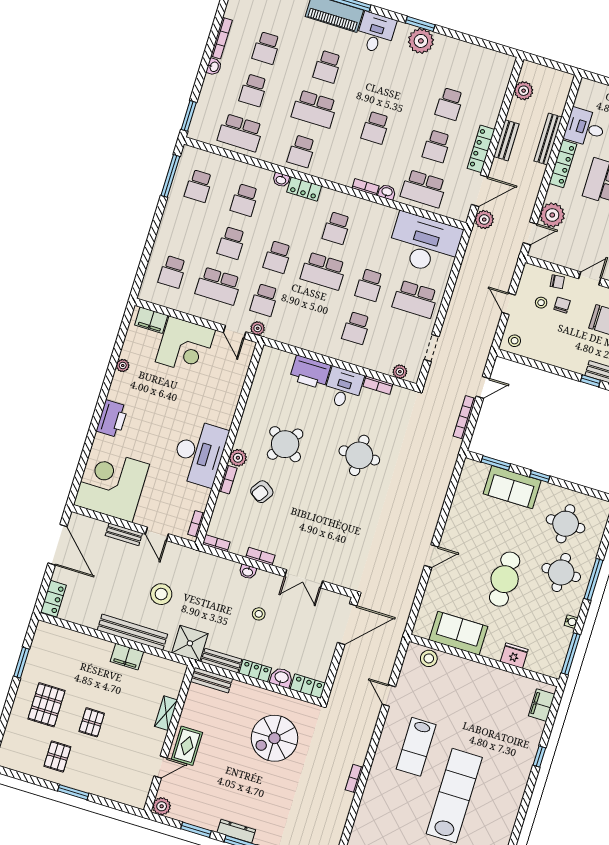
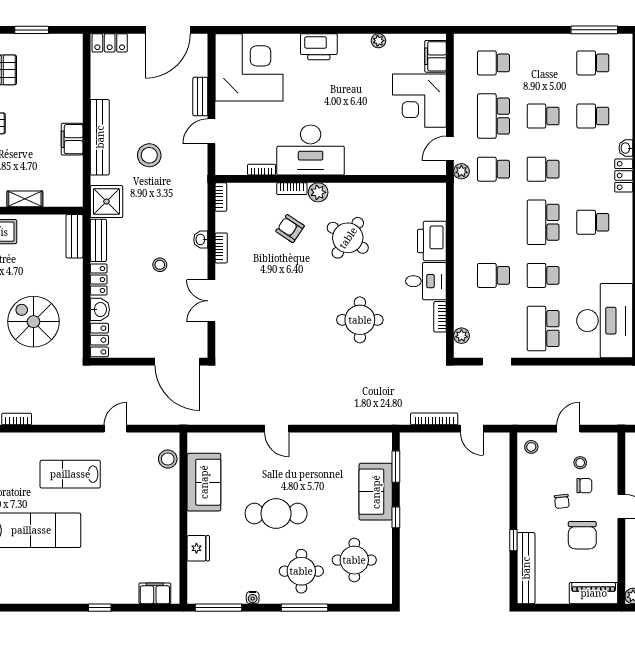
chair: (557, 282) -> (562, 501), moved
bookcase: (196, 524) -> (262, 170), moved

